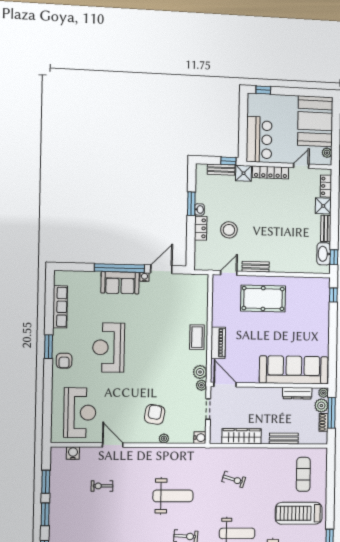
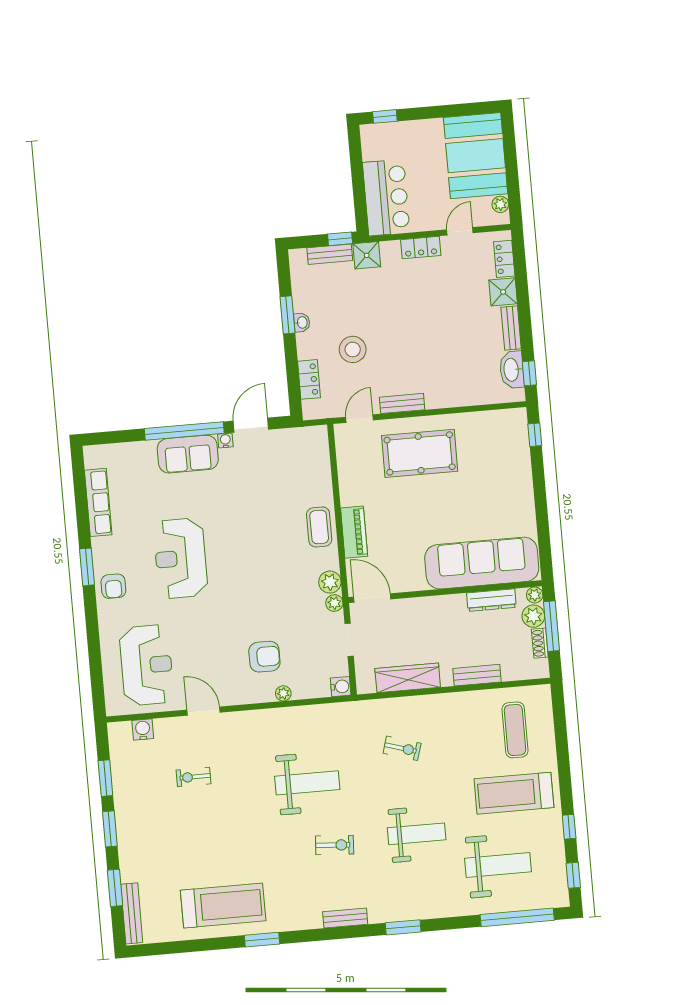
locker: (271, 172) -> (421, 248), width x0.66
locker: (201, 228) -> (309, 379), moved
armchair: (155, 414) -> (264, 657), turned 81

